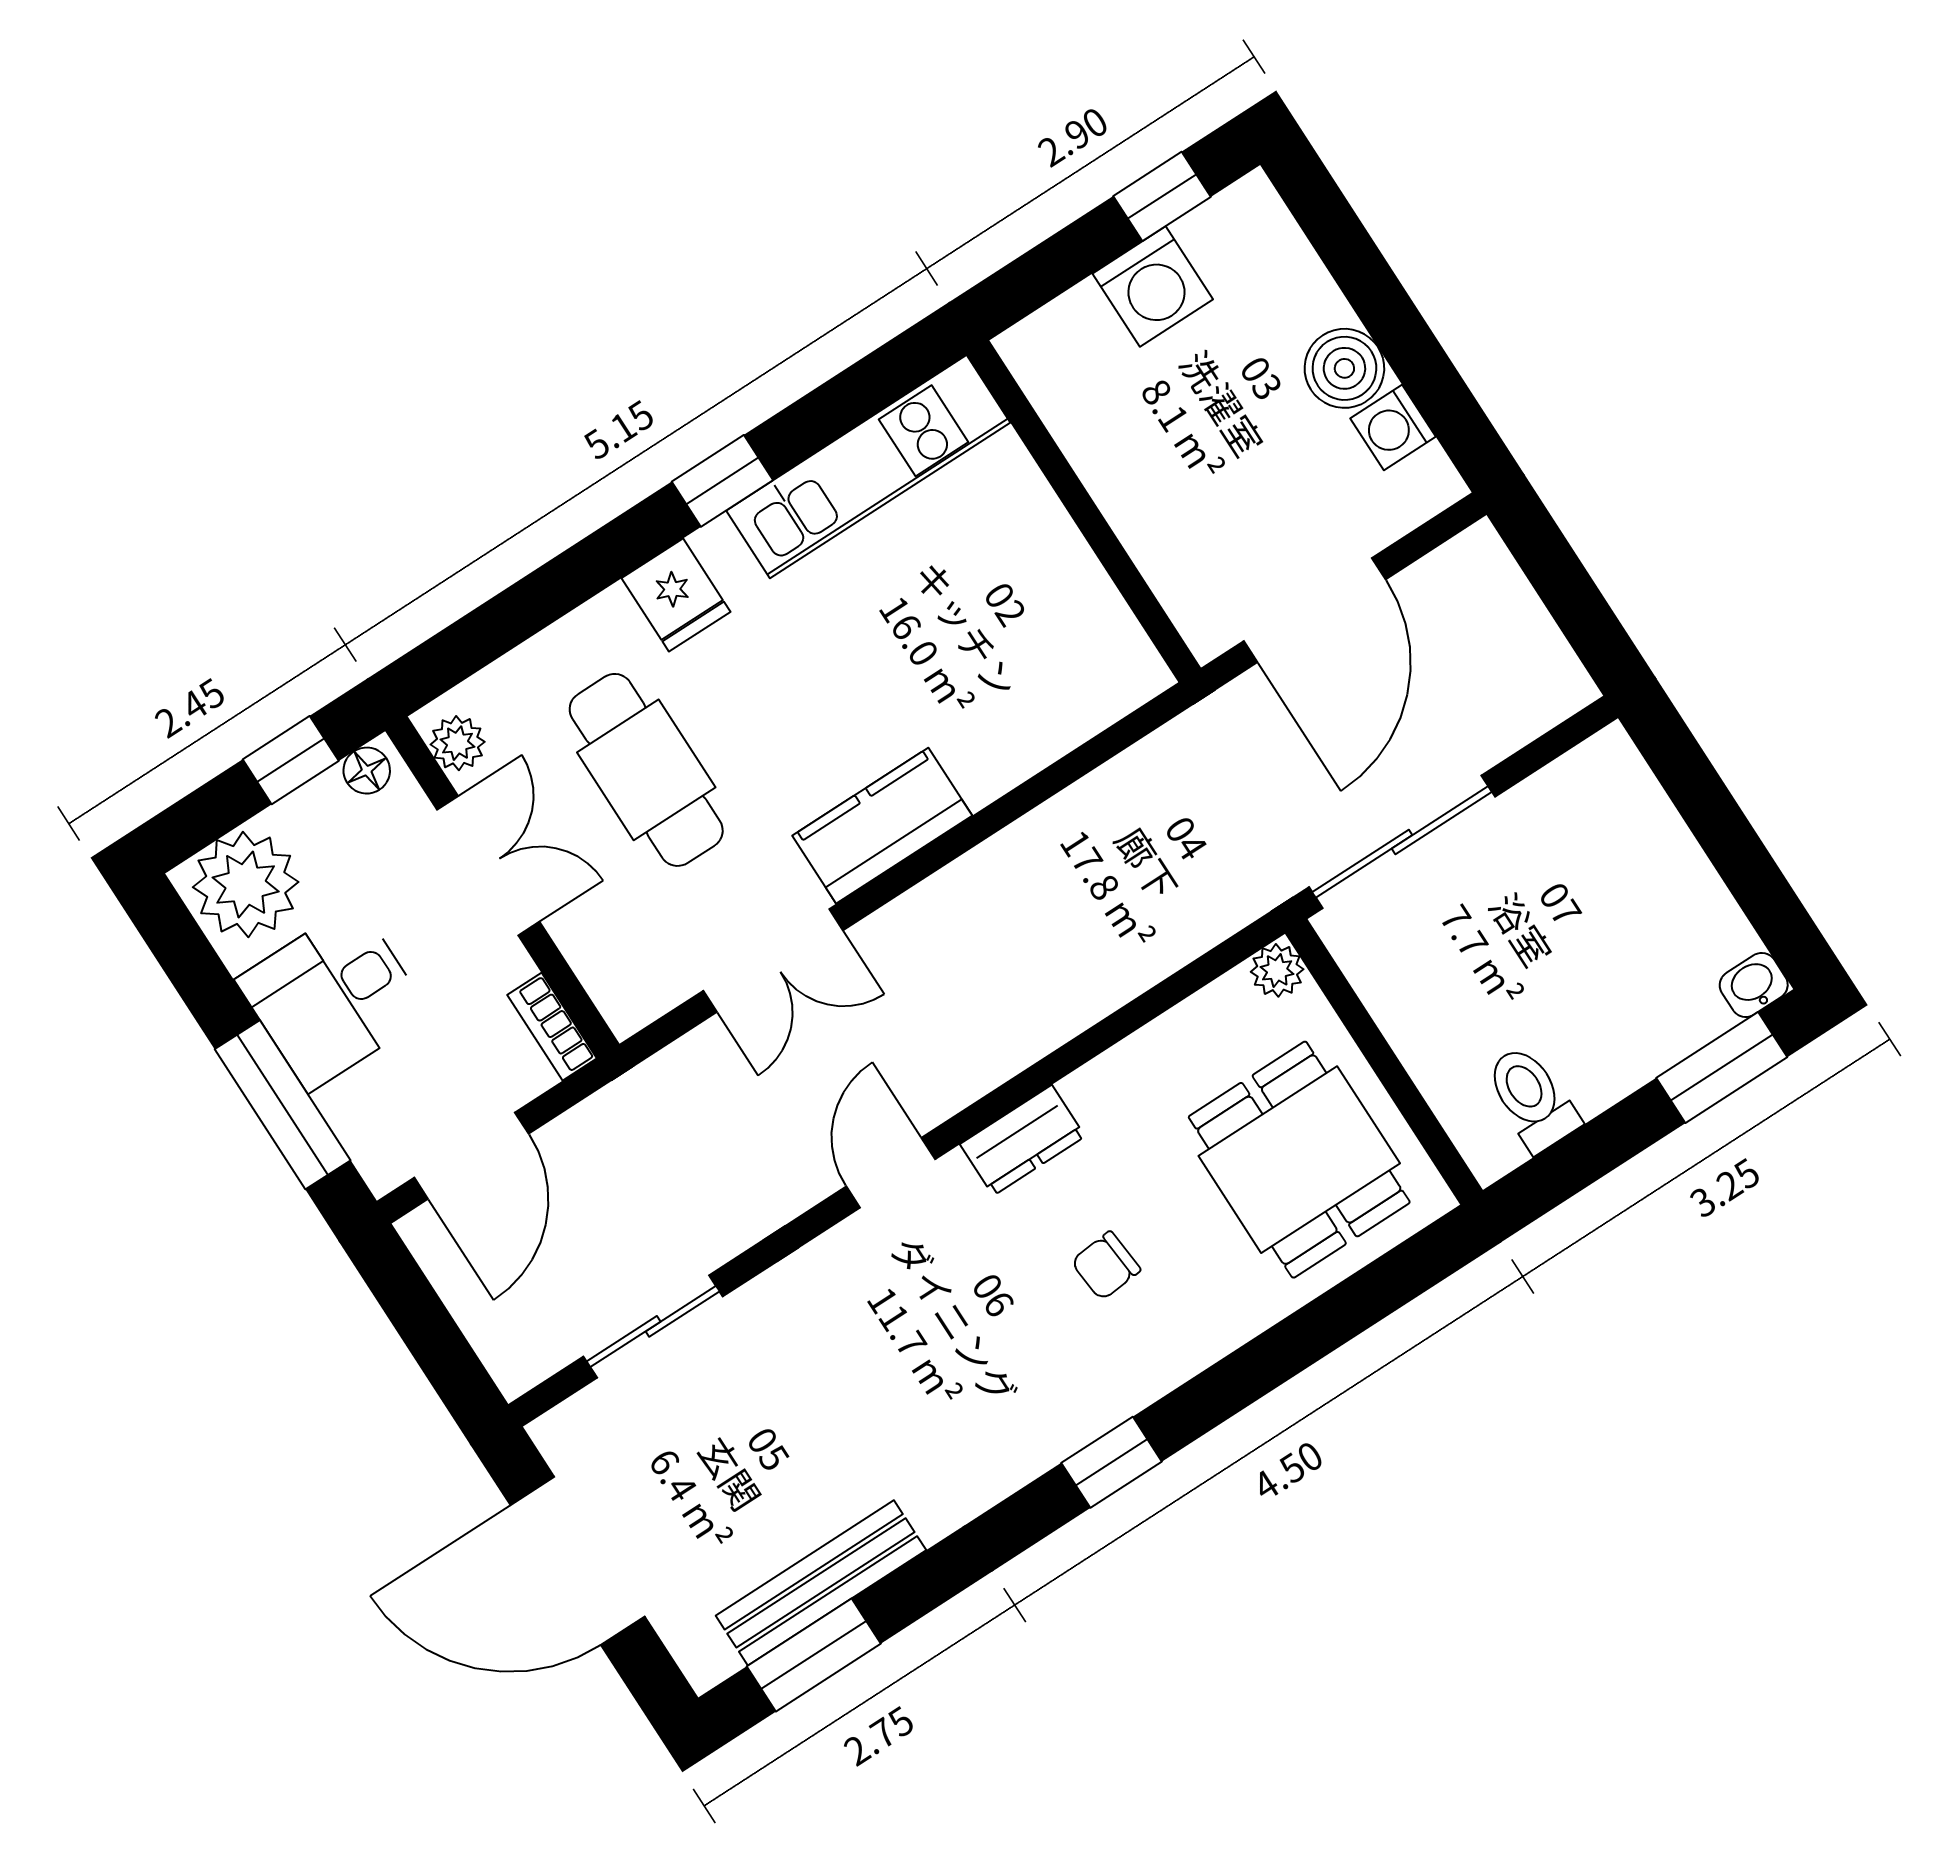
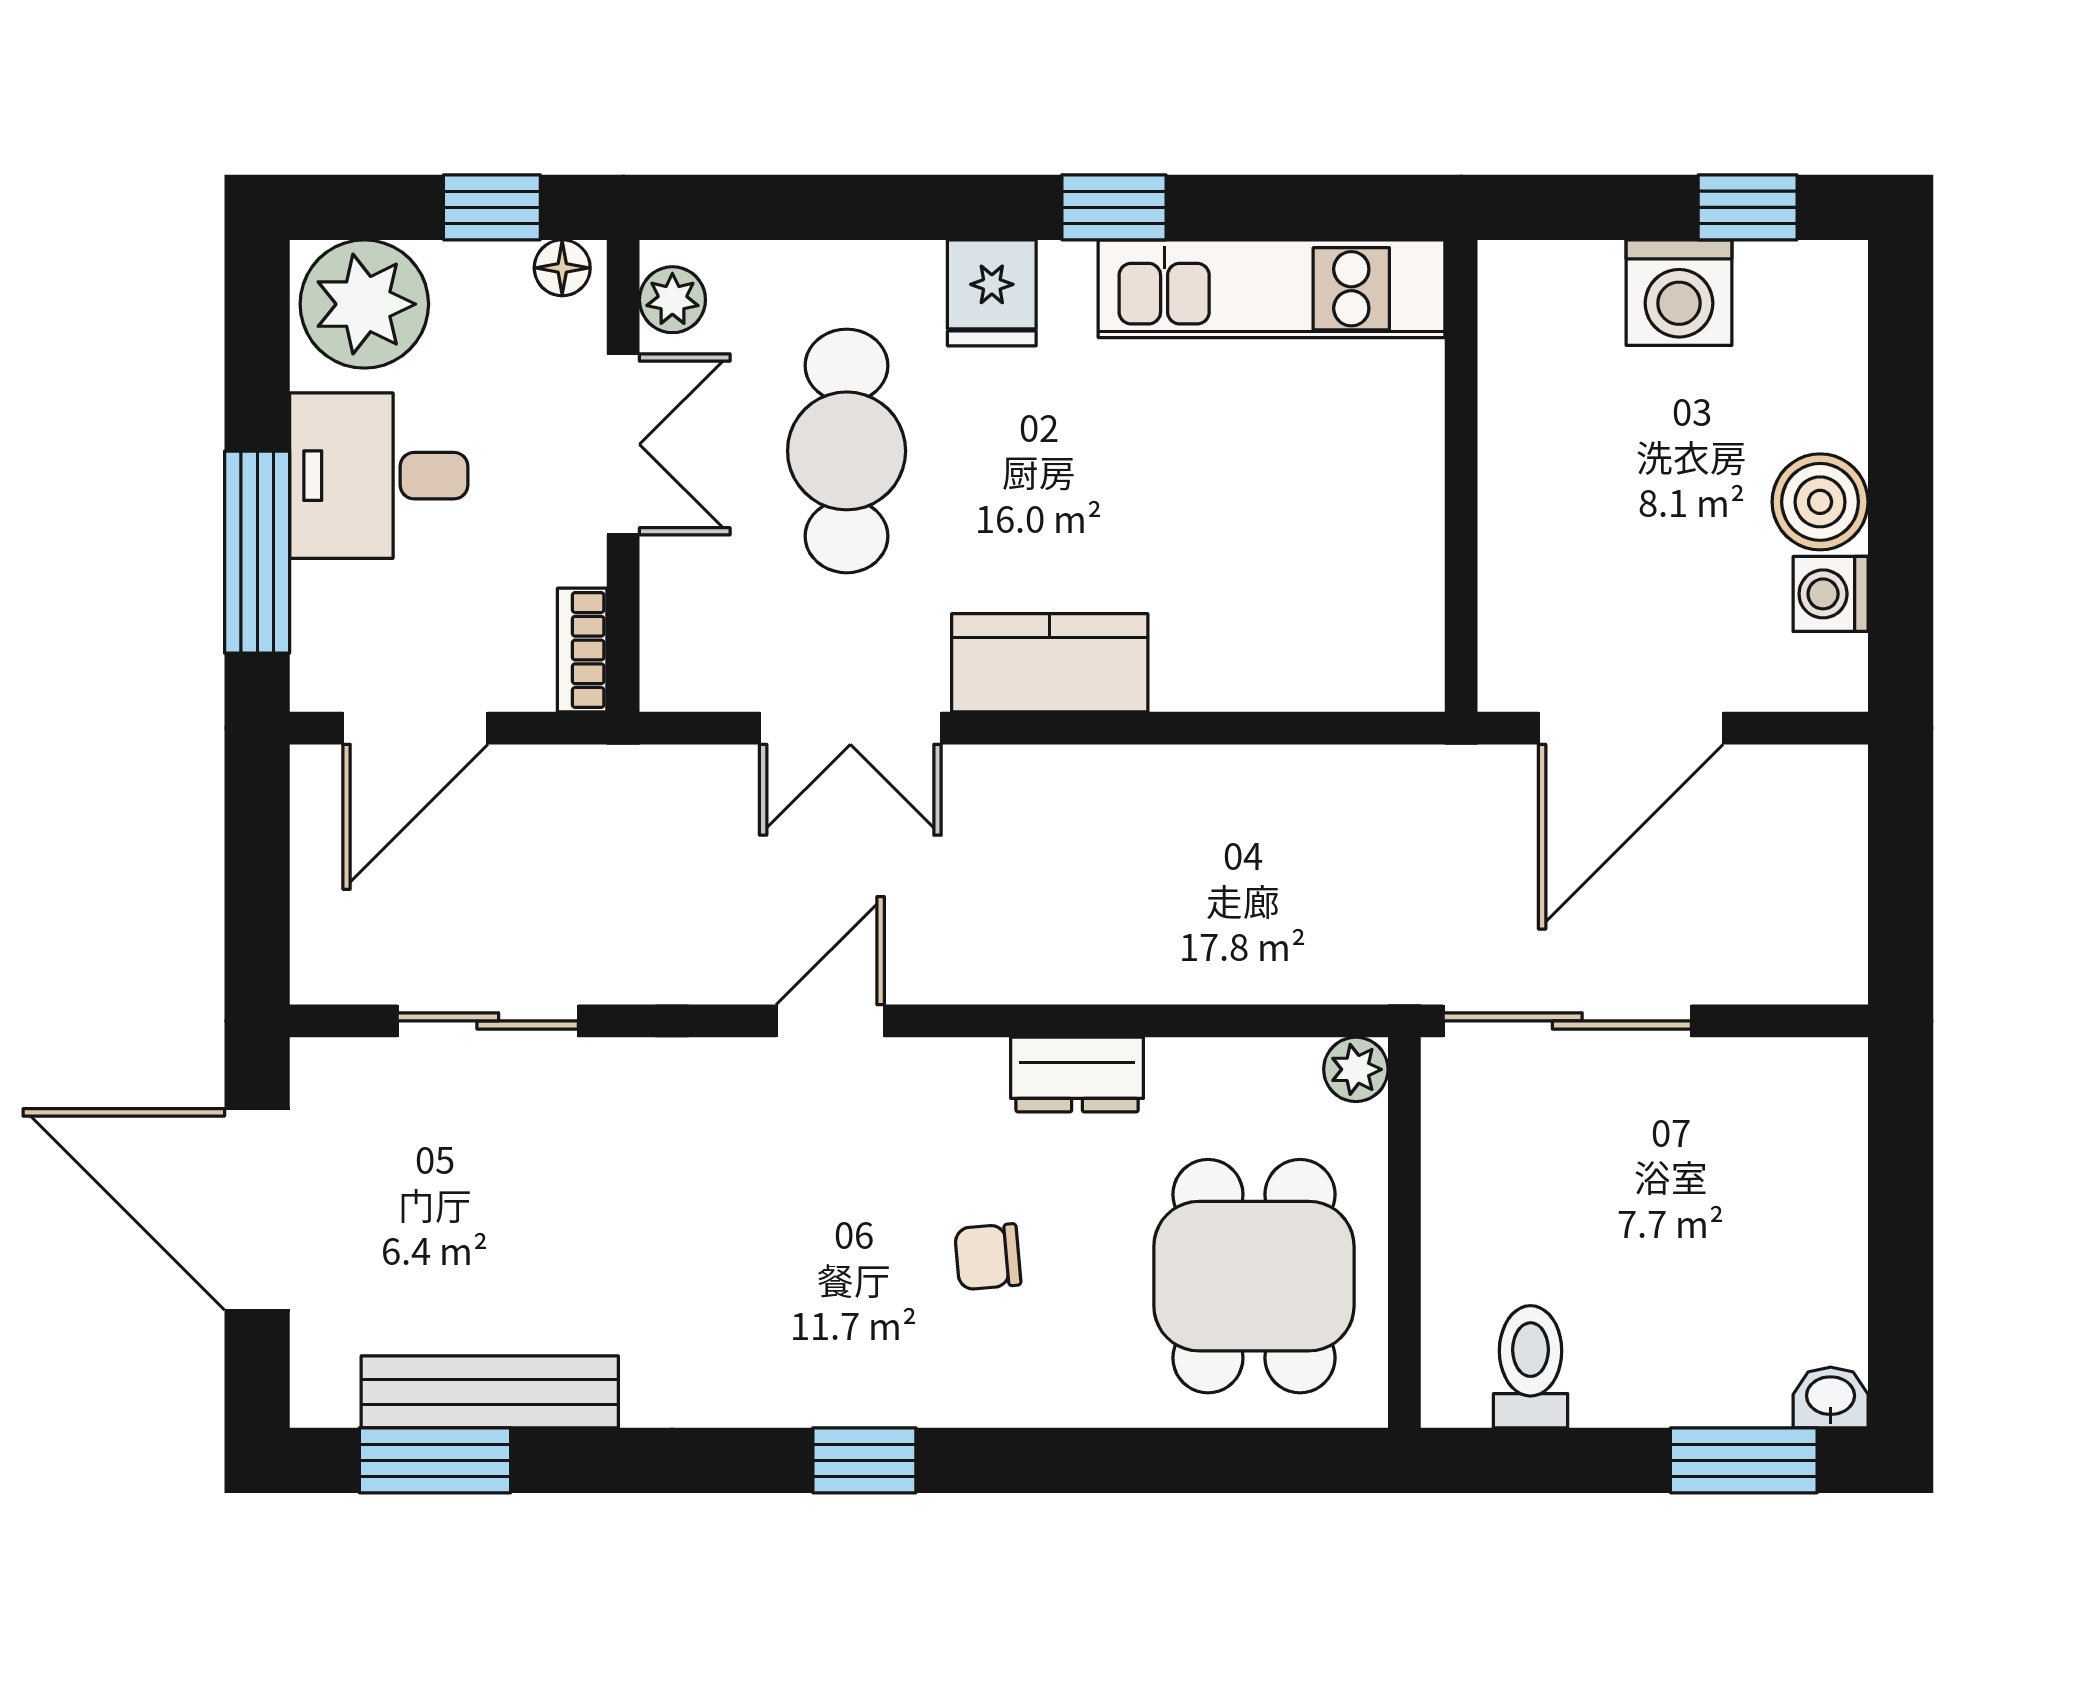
dresser: (1023, 1140) -> (1077, 1075), moved

